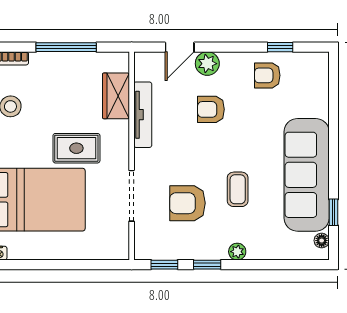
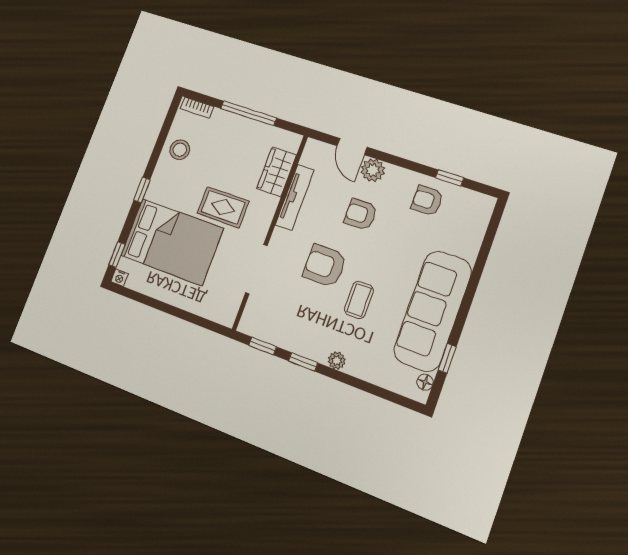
door: (180, 47) -> (352, 146), hinge flipped
armchair: (187, 203) -> (325, 266), moved

